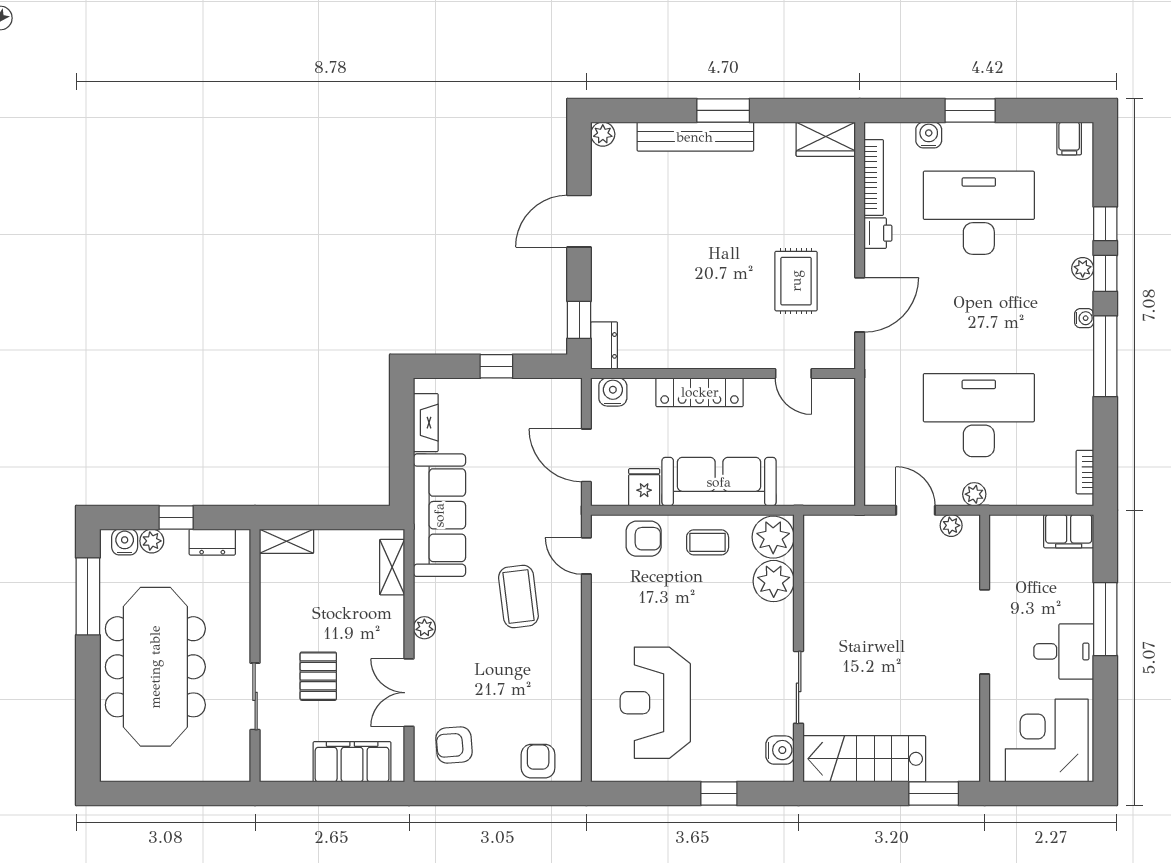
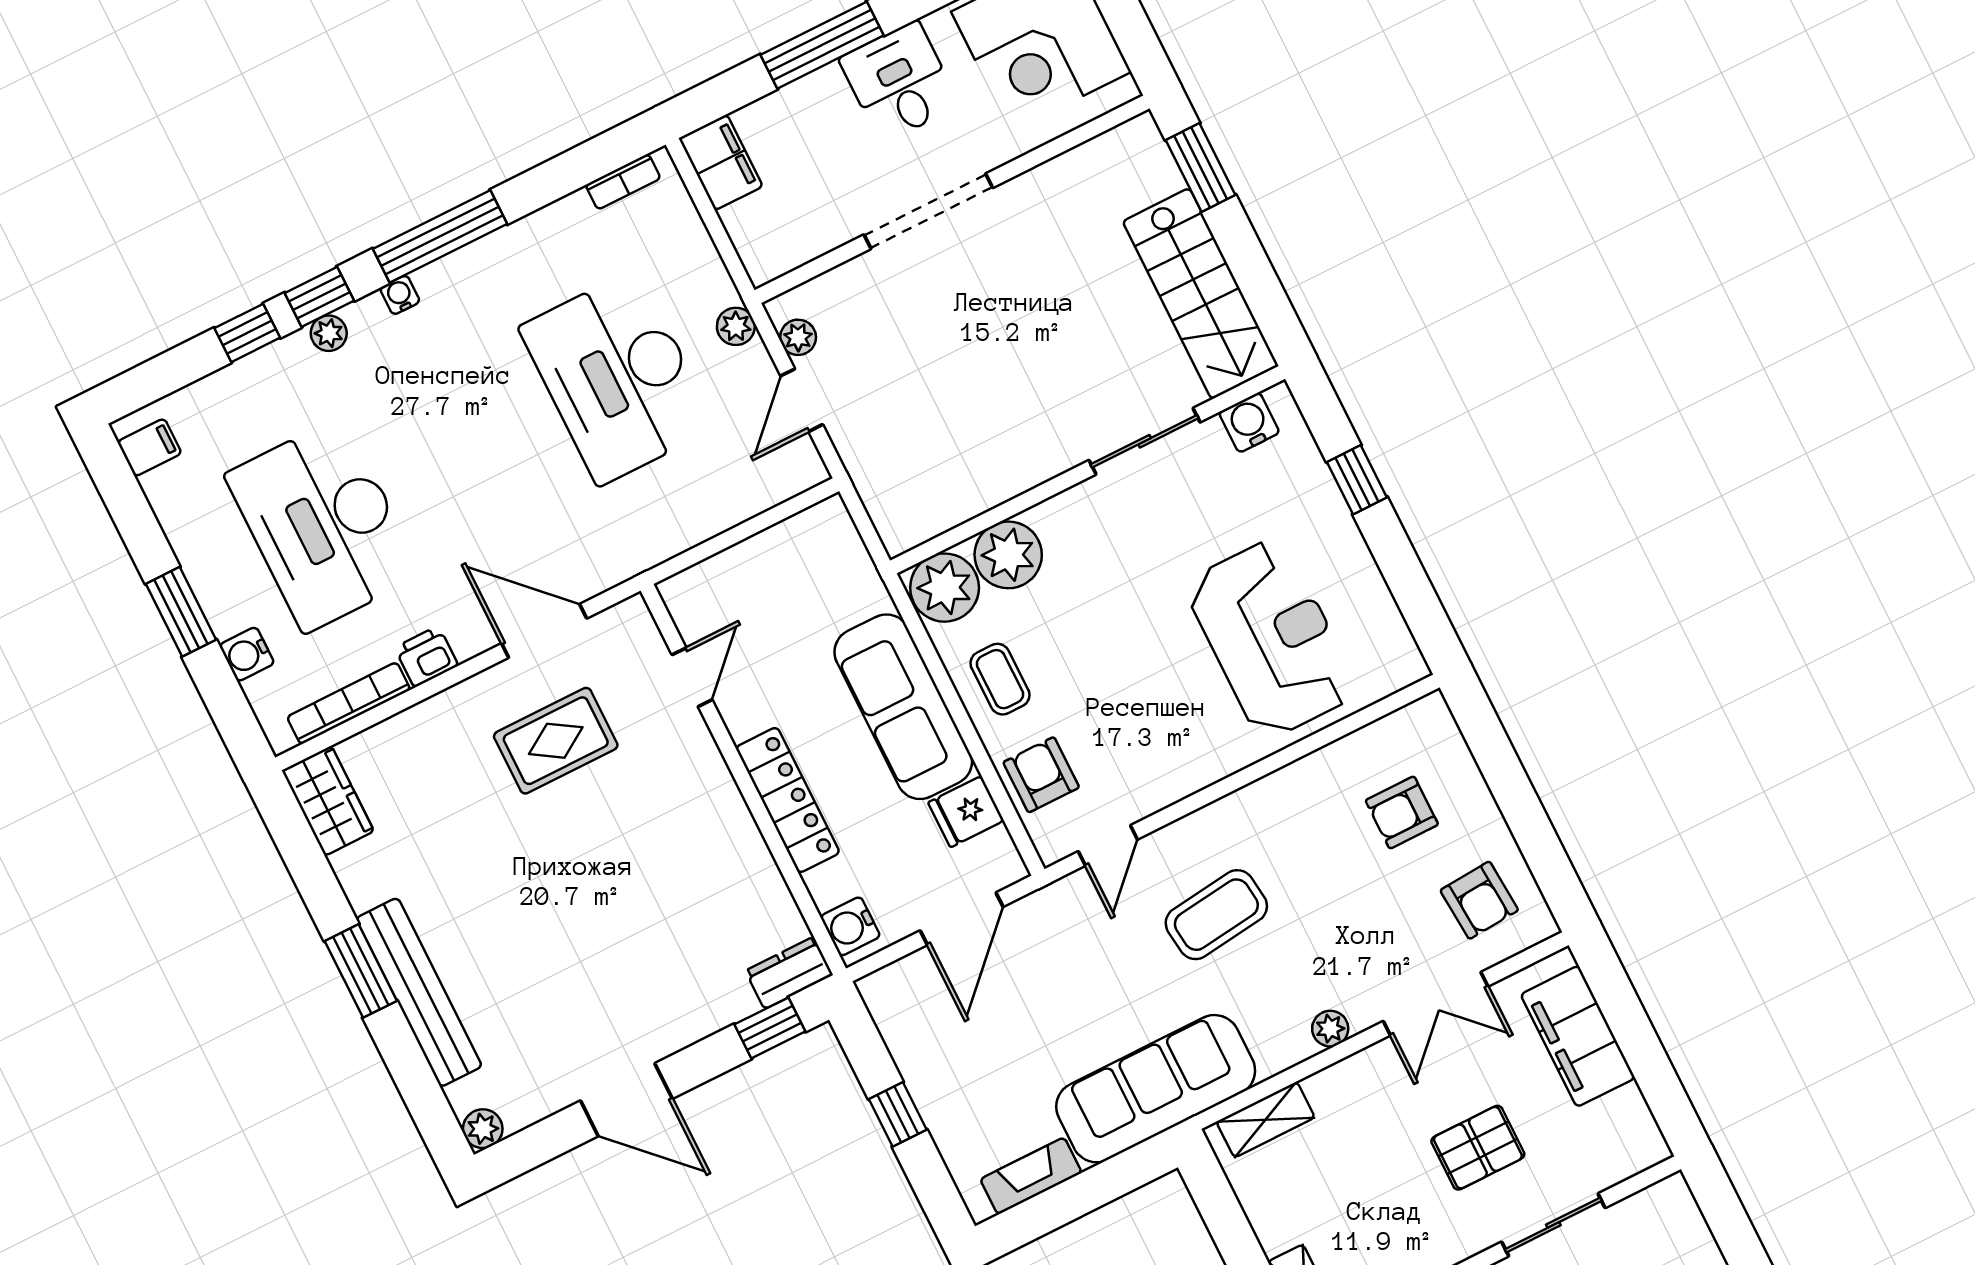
reception desk: (655, 703) -> (1271, 638), turned -90
armchair: (538, 761) -> (1402, 812), moved

